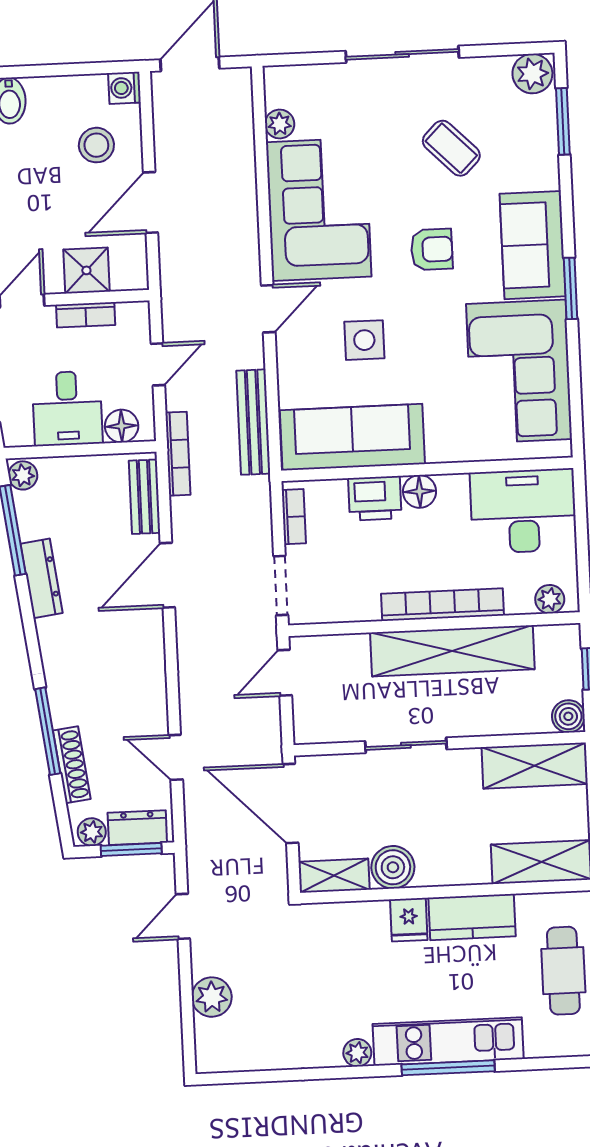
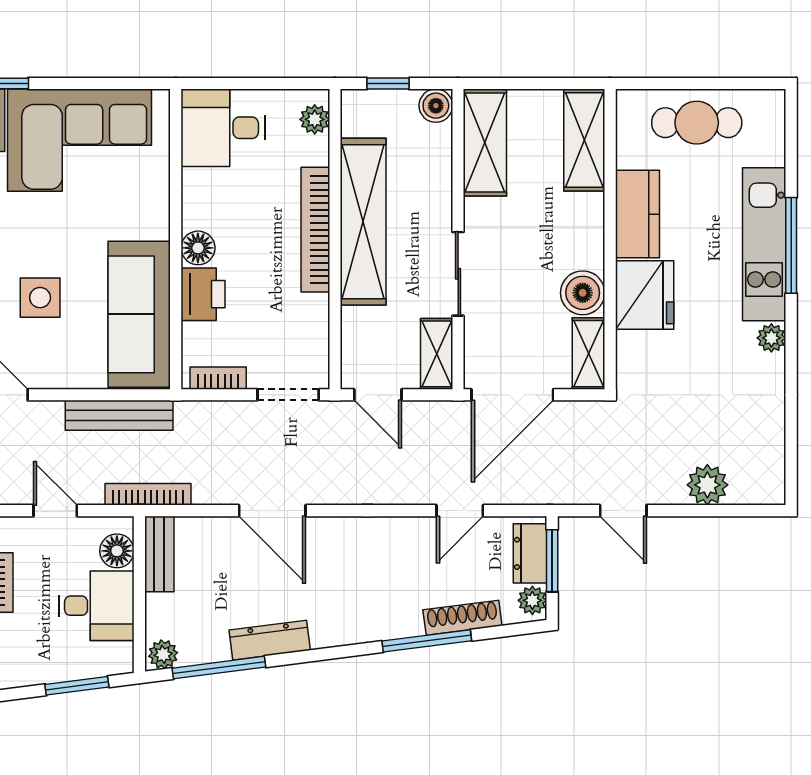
bench: (145, 497) -> (159, 554), moved, turned 90
desk: (523, 511) -> (223, 128), width x0.73
shelving: (327, 728) -> (437, 354), added
fridge: (409, 920) -> (645, 295), width x1.88, depth x1.34

